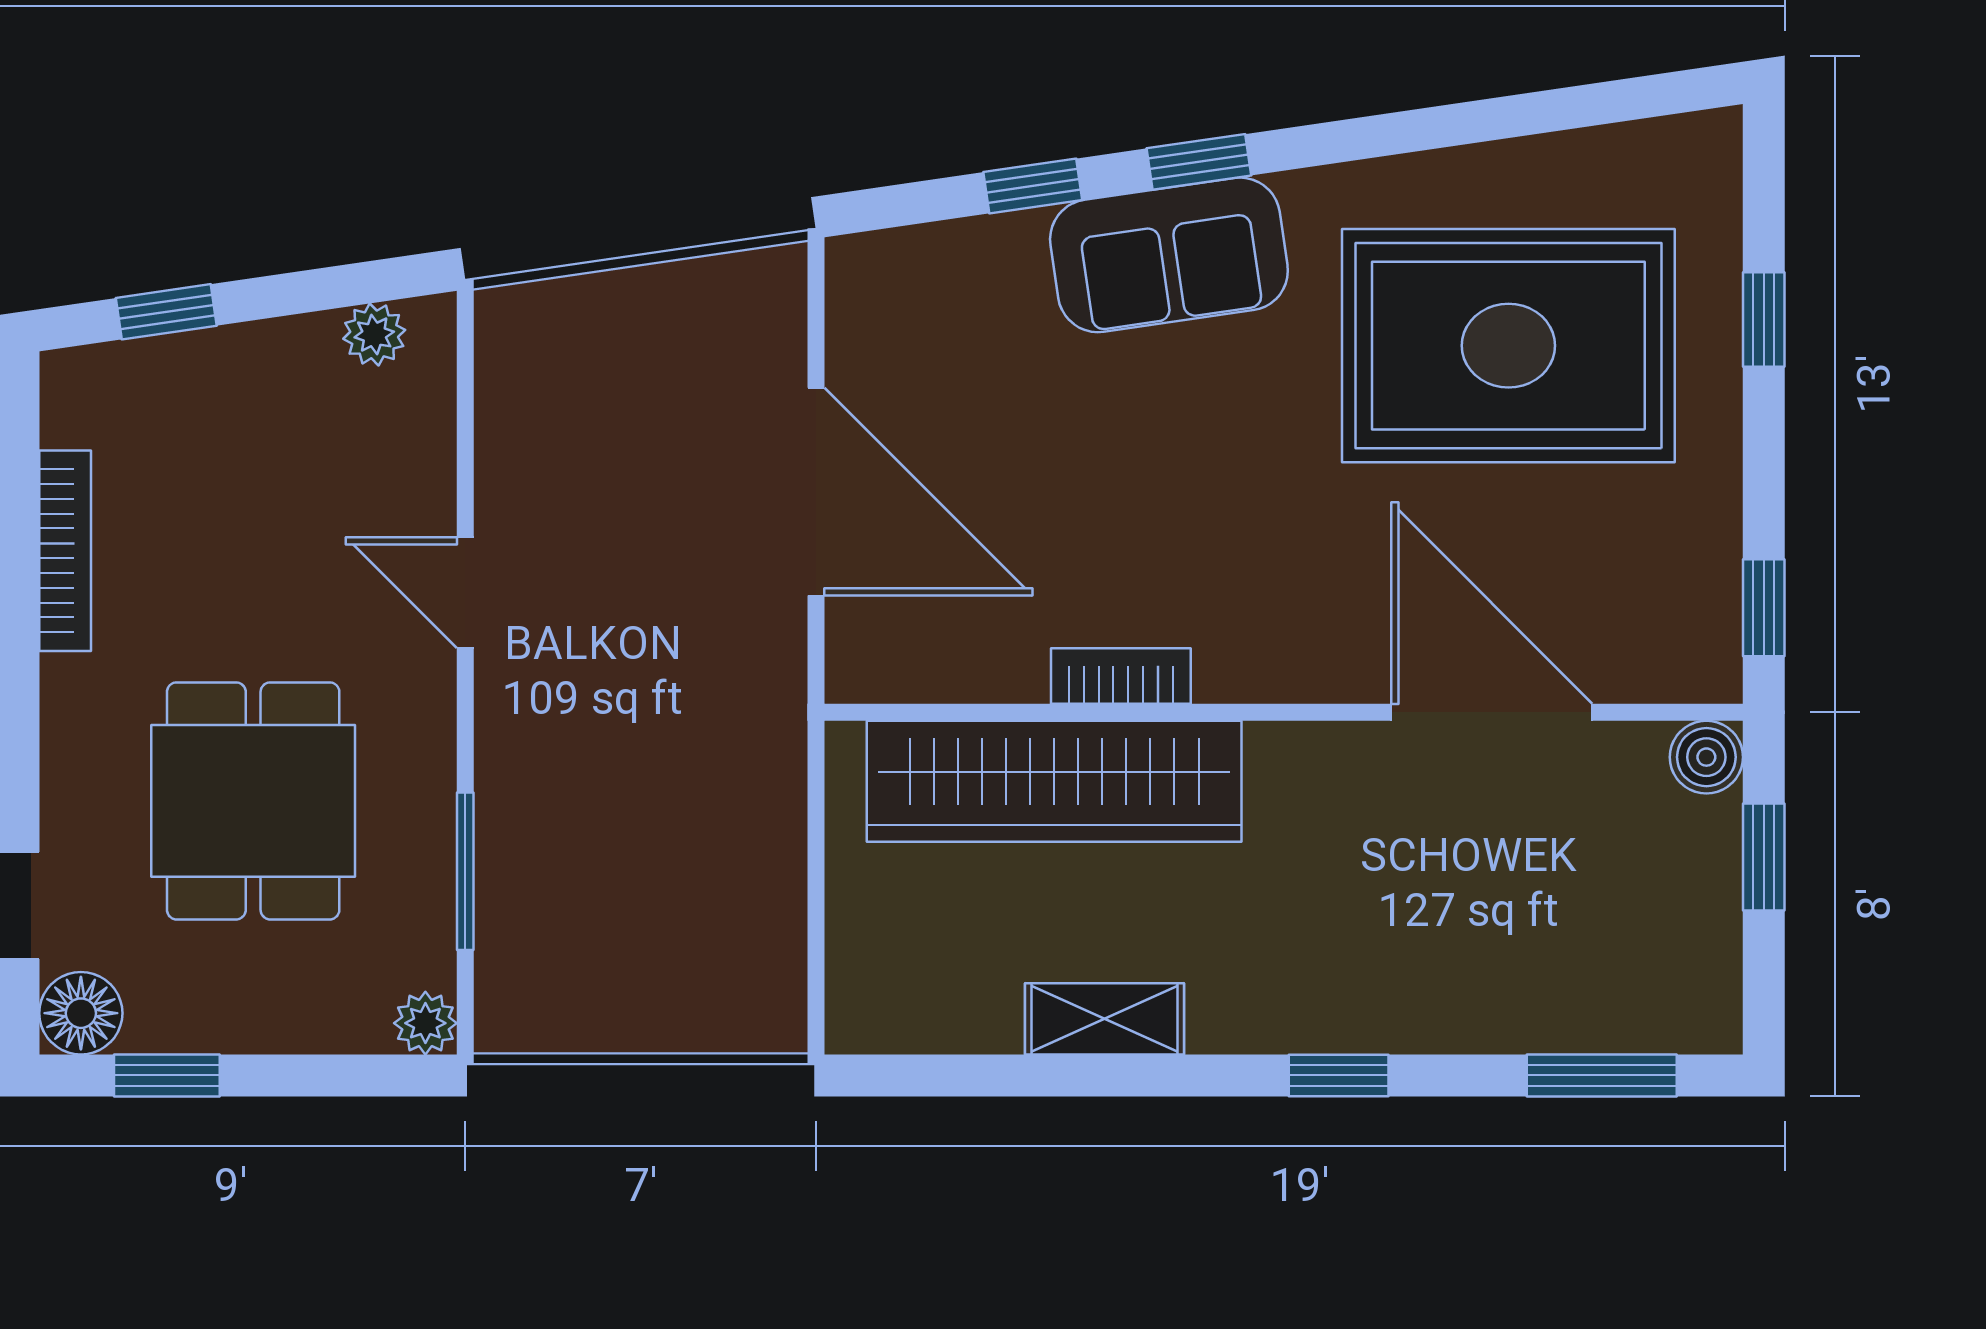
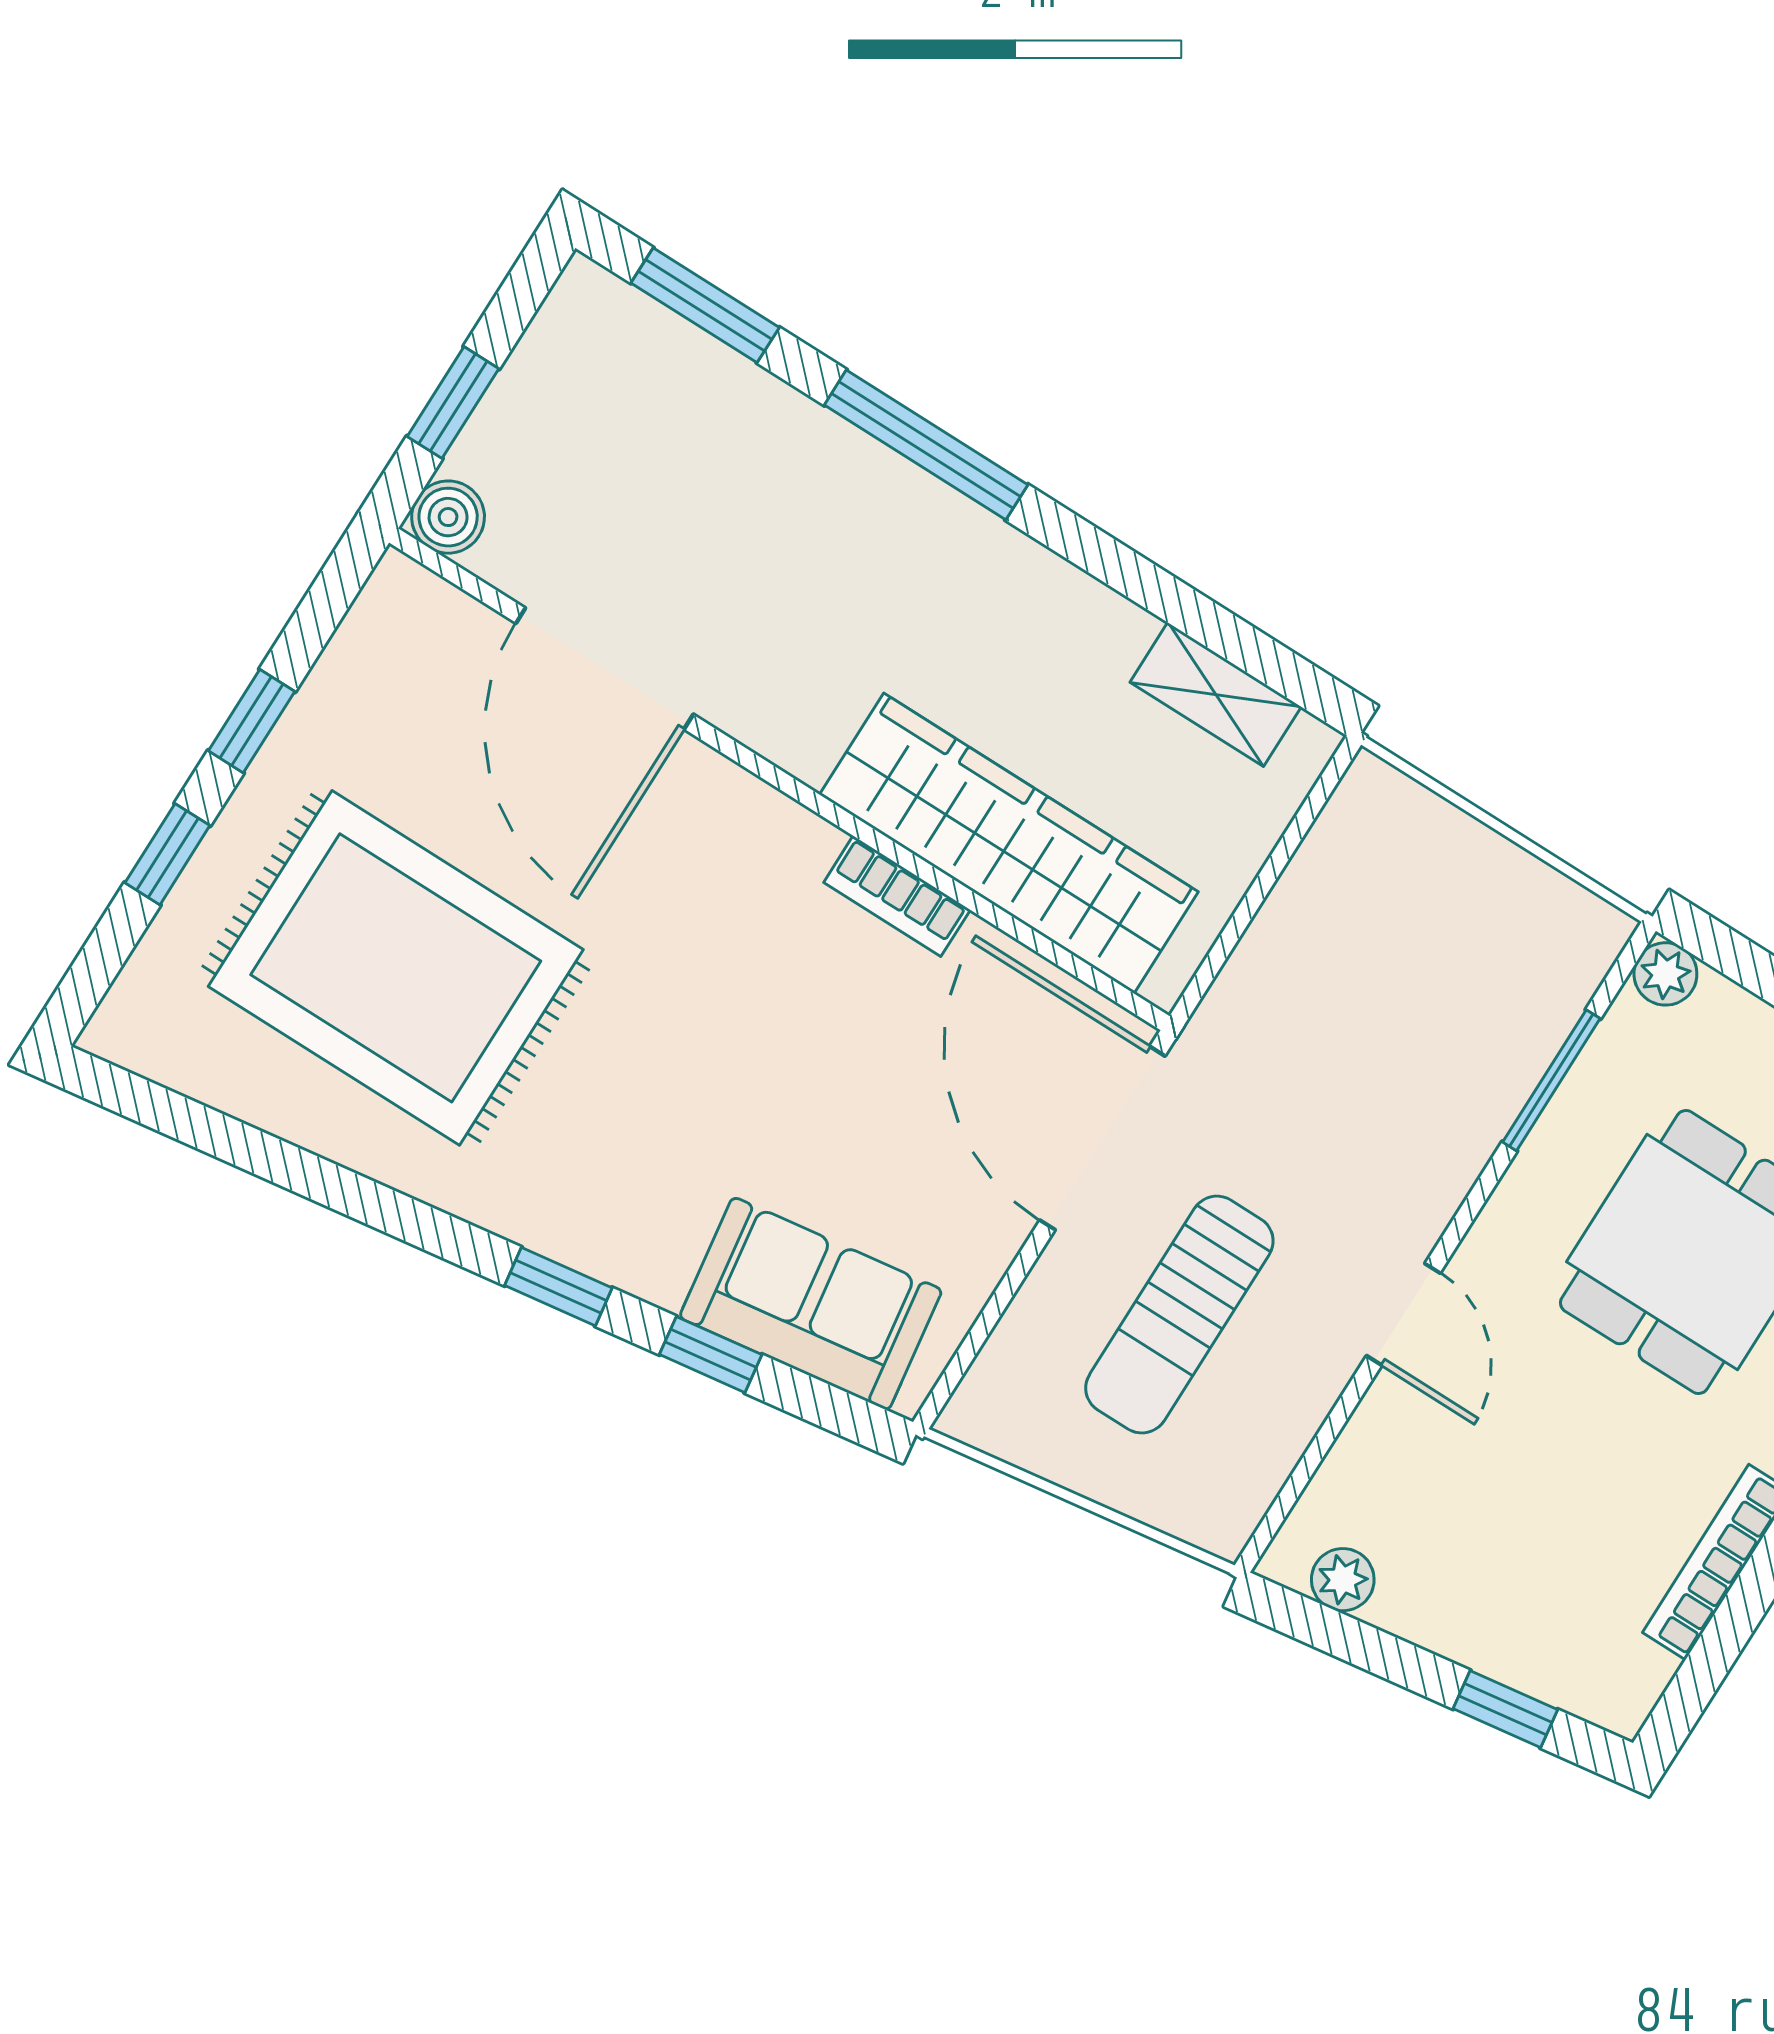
sofa: (1169, 255) -> (811, 1304), moved
sun lounger: (656, 472) -> (1179, 1315), added
door: (816, 492) -> (1102, 1138), moved
window: (1764, 608) -> (252, 721), moved
shelving: (1105, 1019) -> (1216, 694), moved
window: (1339, 1075) -> (926, 445), width x2.17

